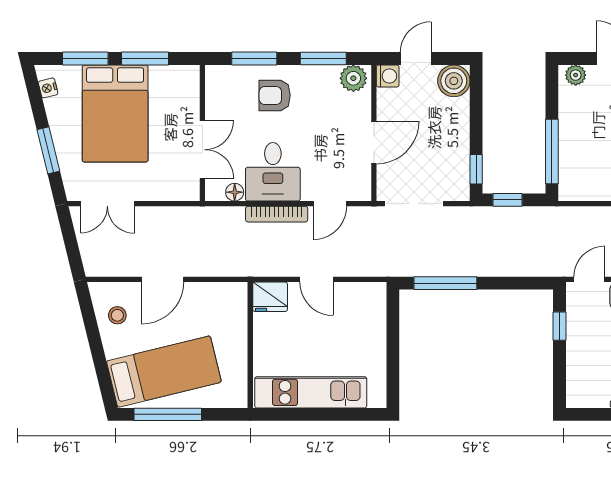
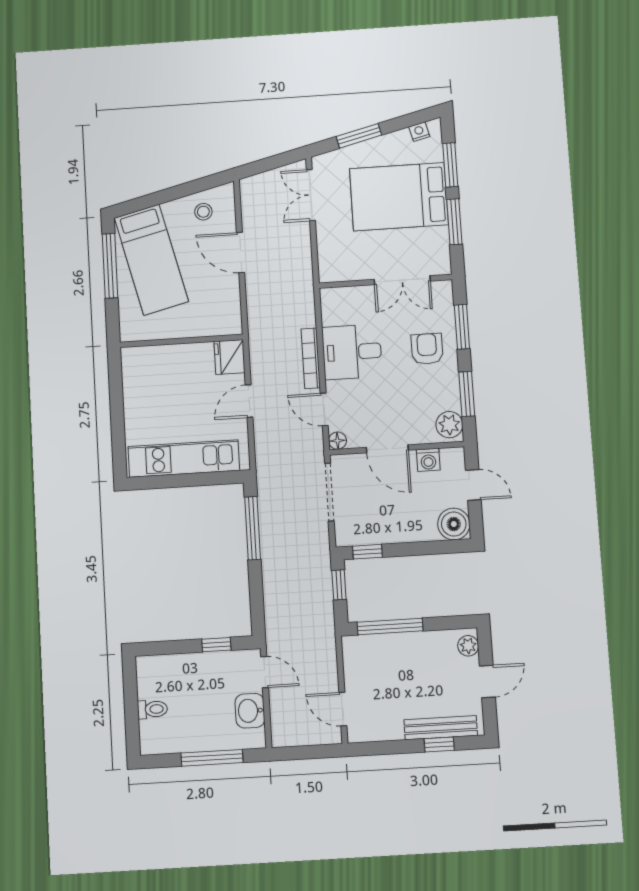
washing machine: (388, 76) -> (428, 460), moved
double door: (202, 150) -> (402, 280), moved
floor lamp: (235, 192) -> (337, 441), moved
kitchen unit: (311, 392) -> (184, 458), moved, turned -90

